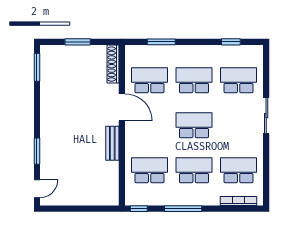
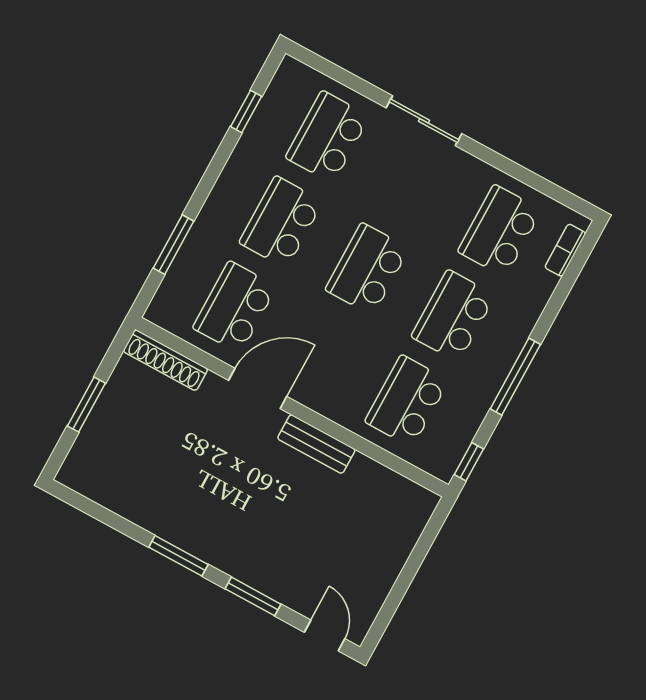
window: (37, 67) -> (178, 556), moved
bookcase: (239, 201) -> (565, 250), width x0.64

